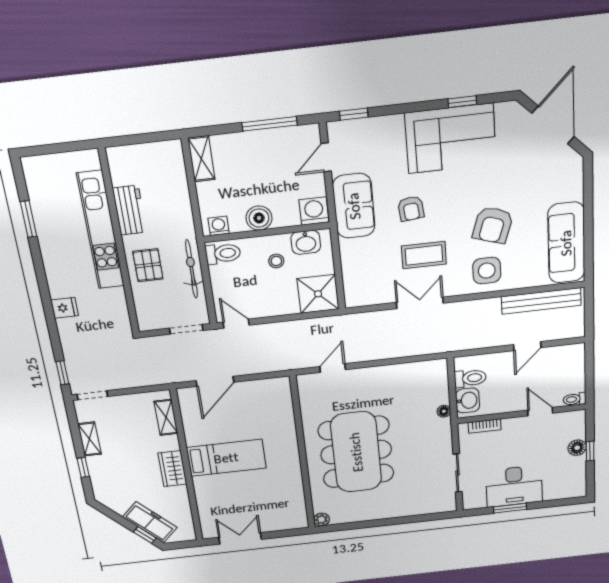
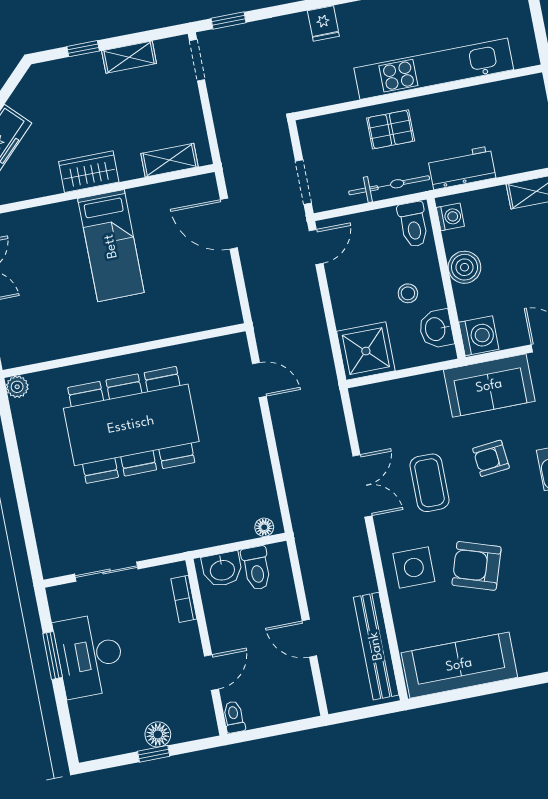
workbench: (129, 210) -> (462, 168), moved, turned 180
floor lamp: (444, 411) -> (264, 527), moved

